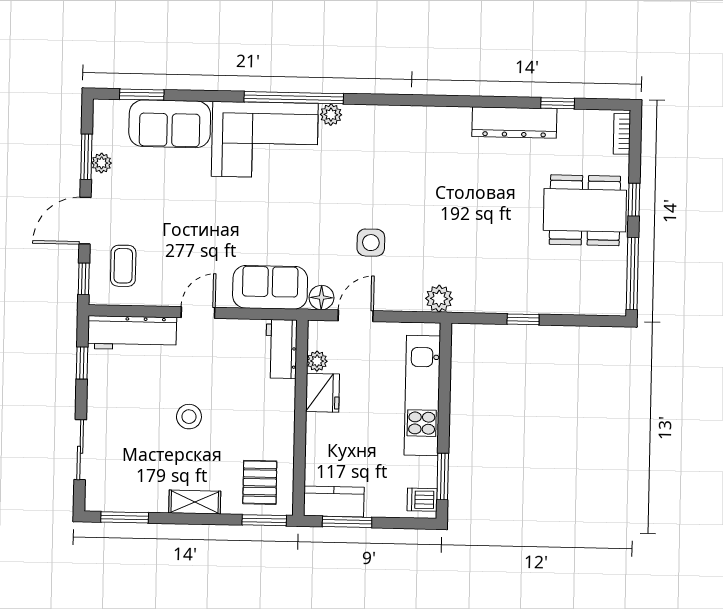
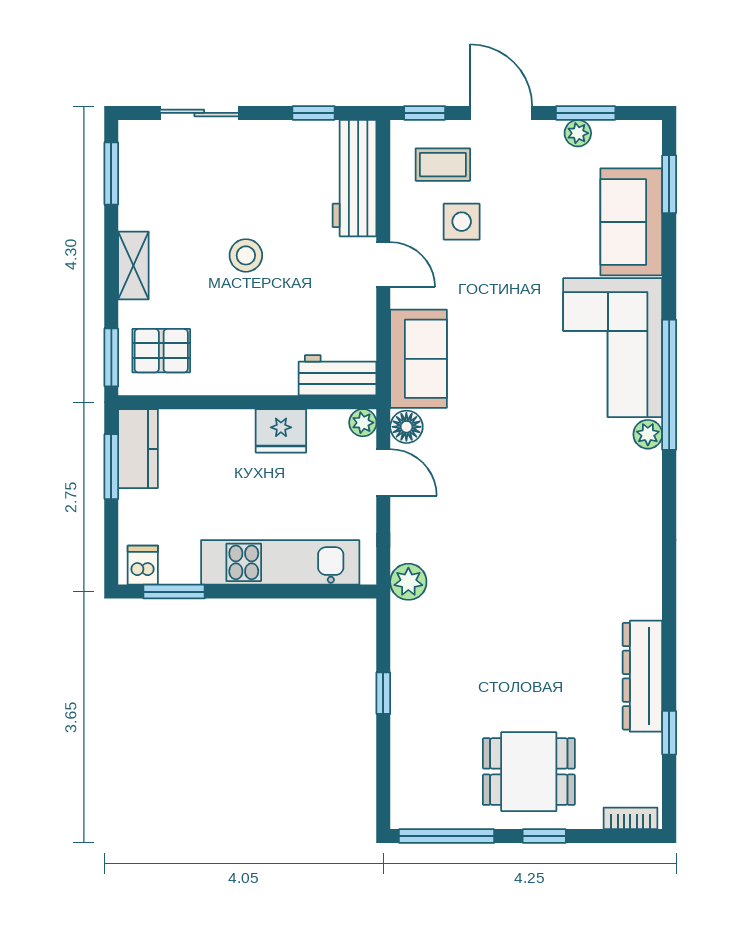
dining table: (585, 210) -> (529, 772), width x0.73
side table: (371, 243) -> (462, 222), moved
plant: (317, 361) -> (363, 423), moved

